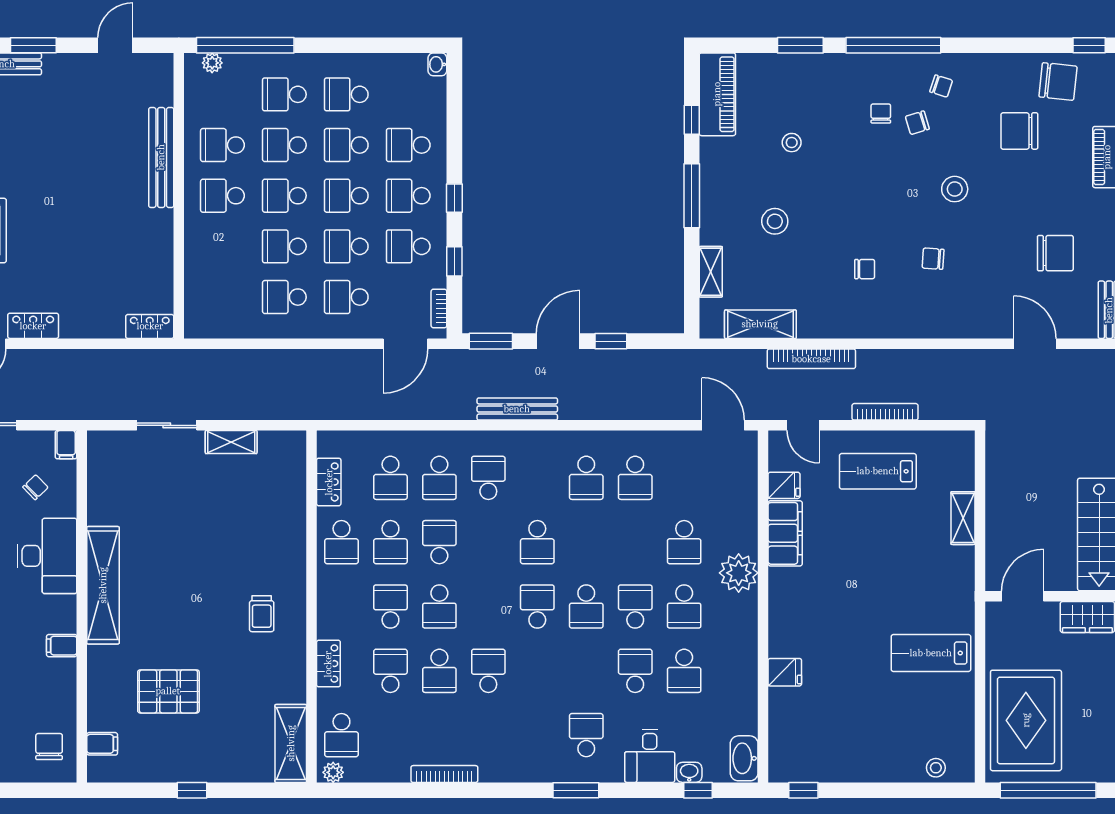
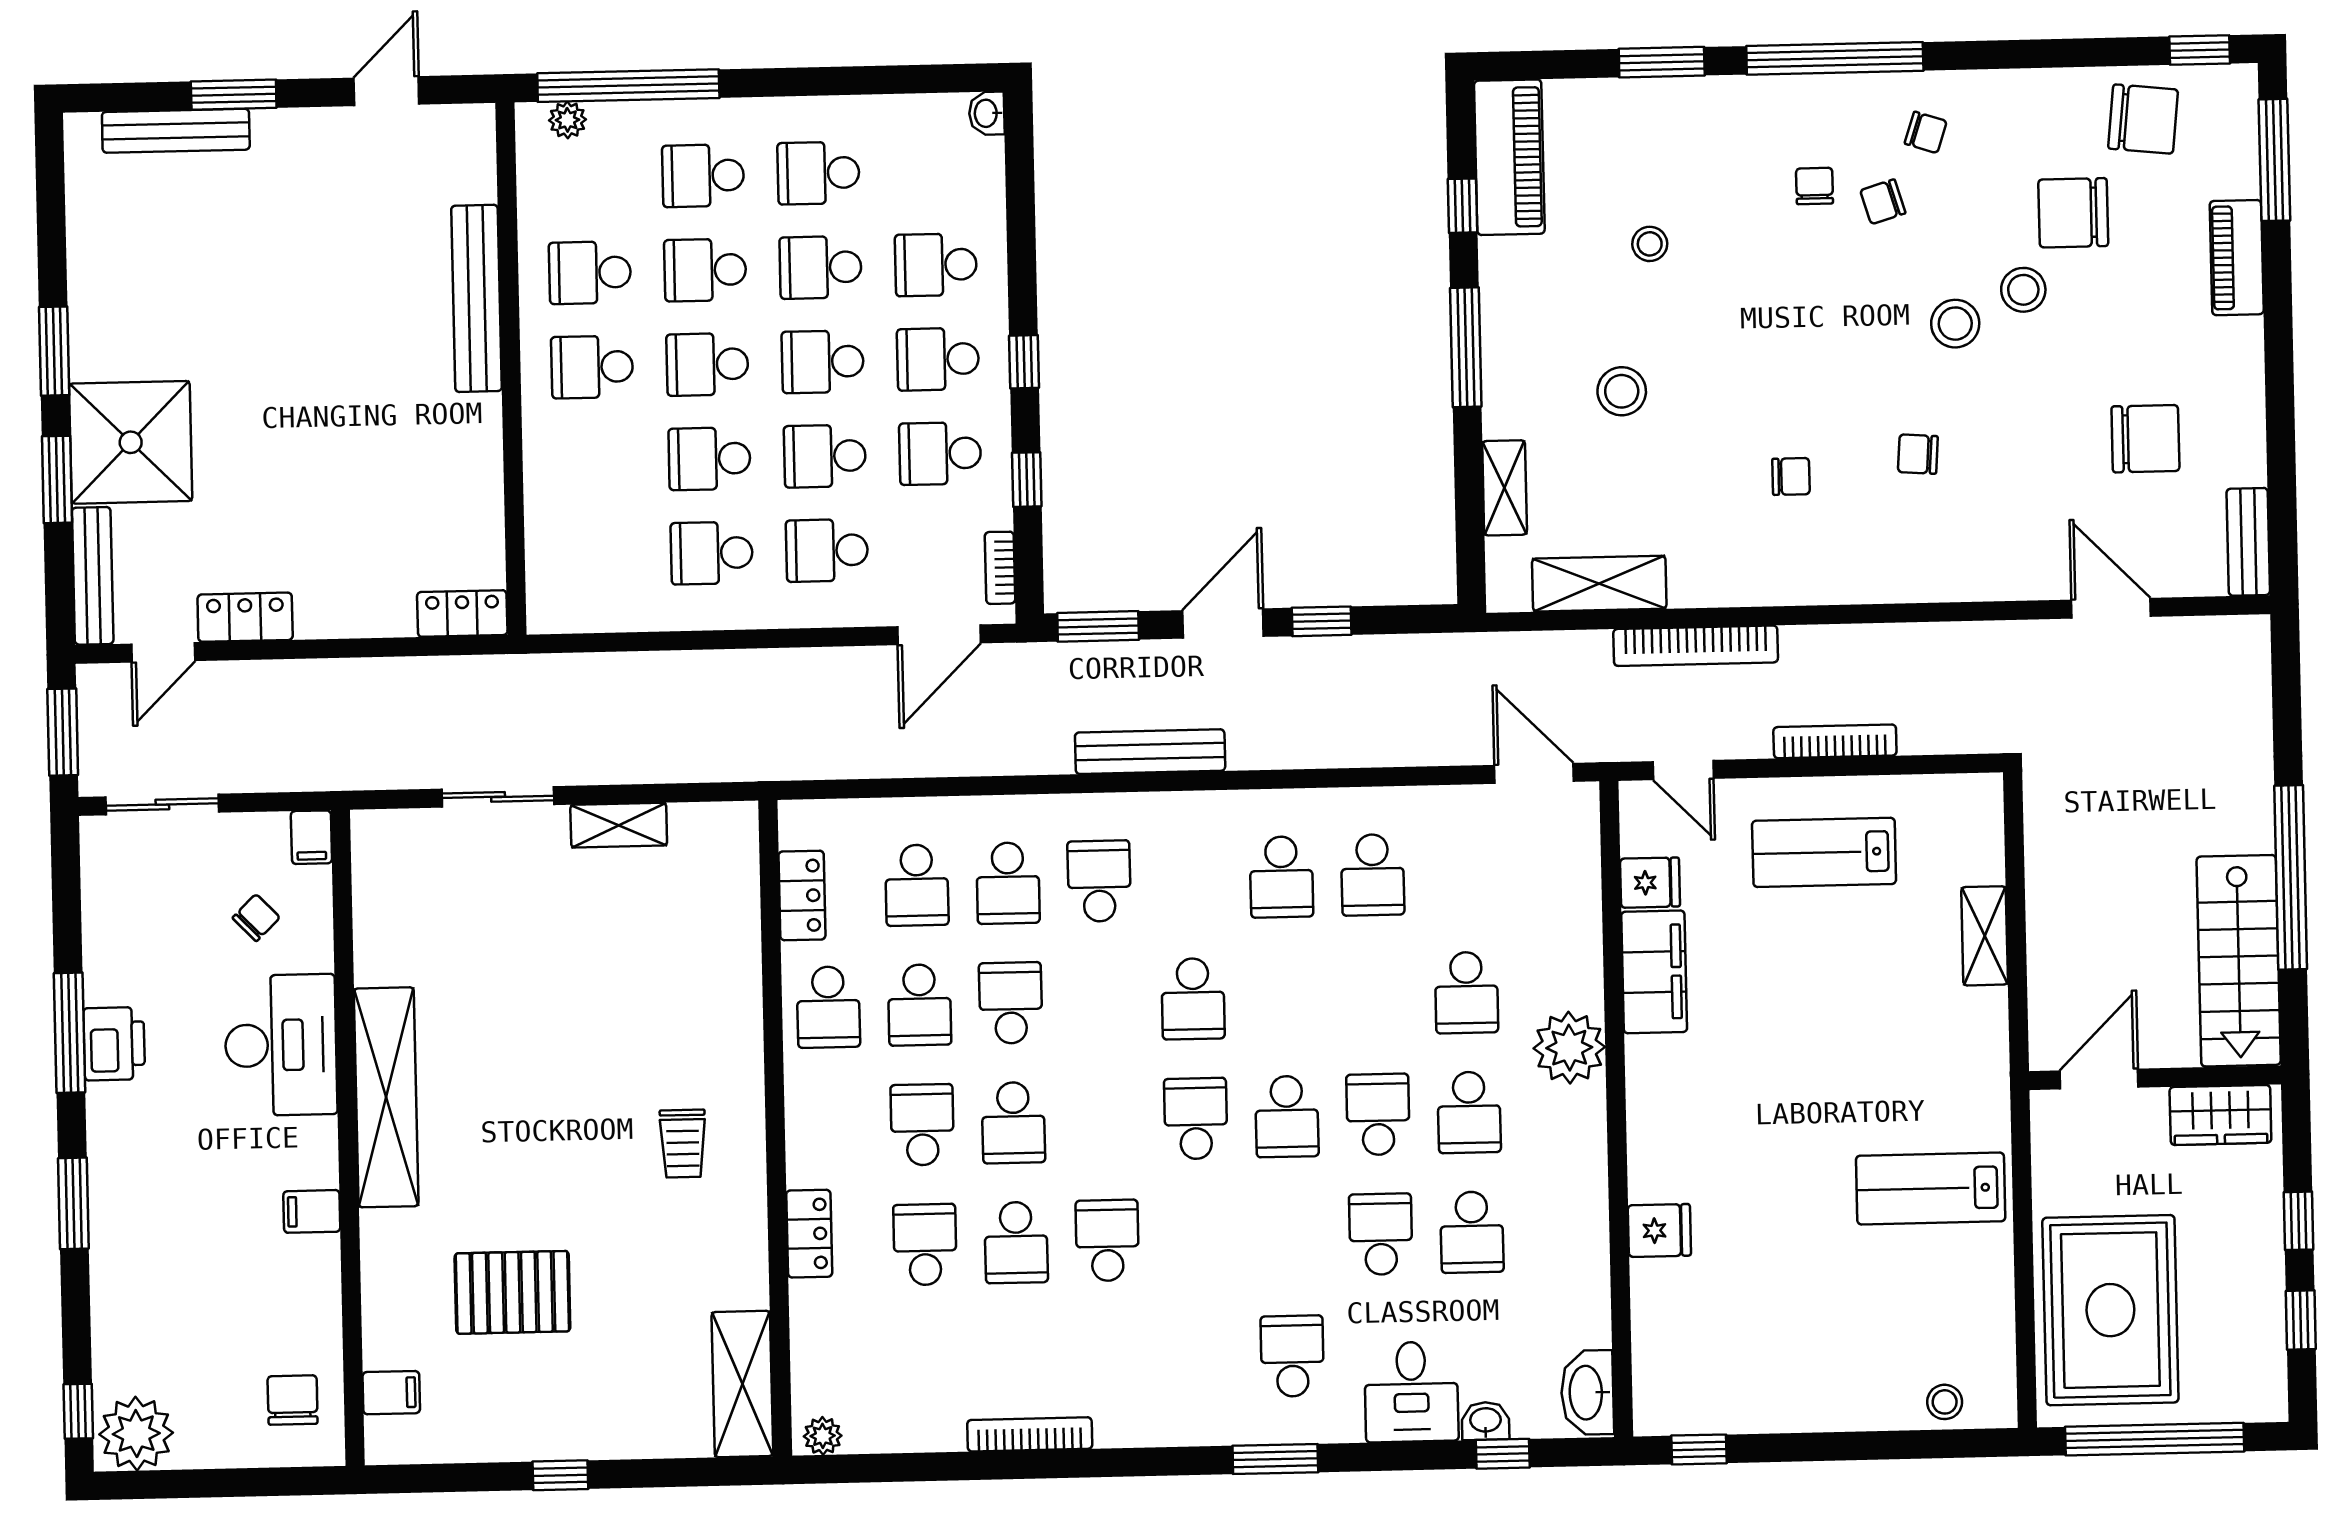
stool: (992, 172) -> (2023, 290), added
school desk: (341, 735) -> (837, 1366), removed

